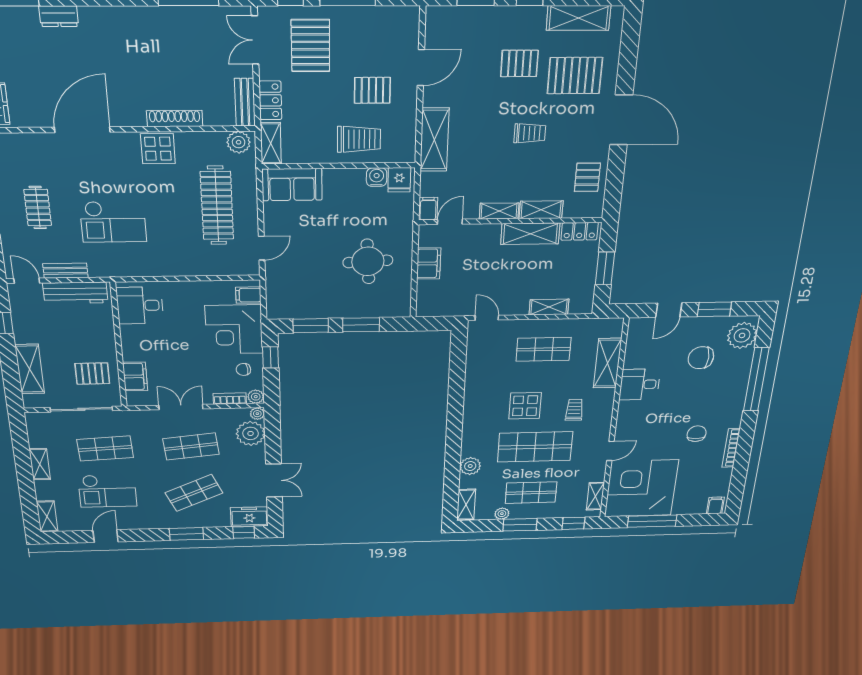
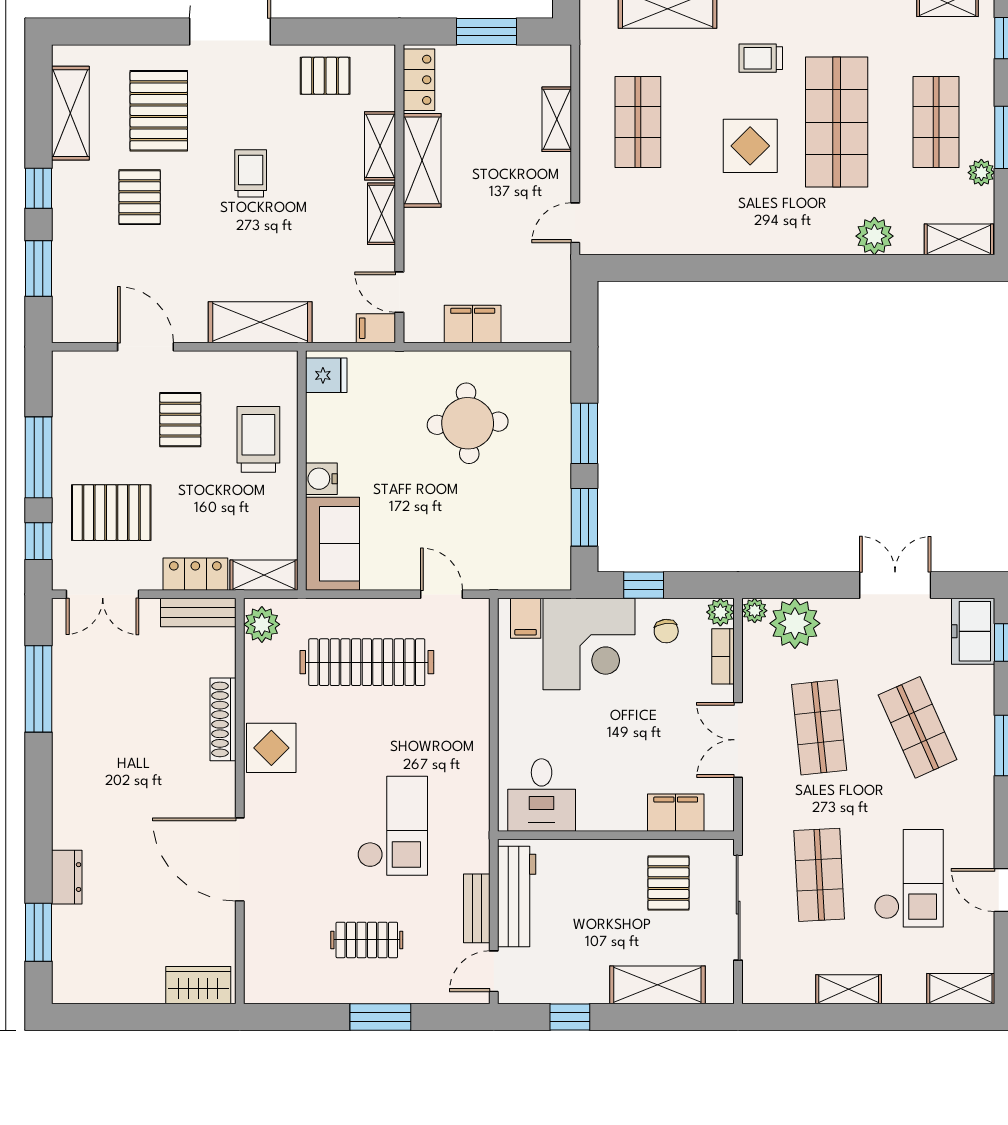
water cooler: (377, 177) -> (321, 479), moved

